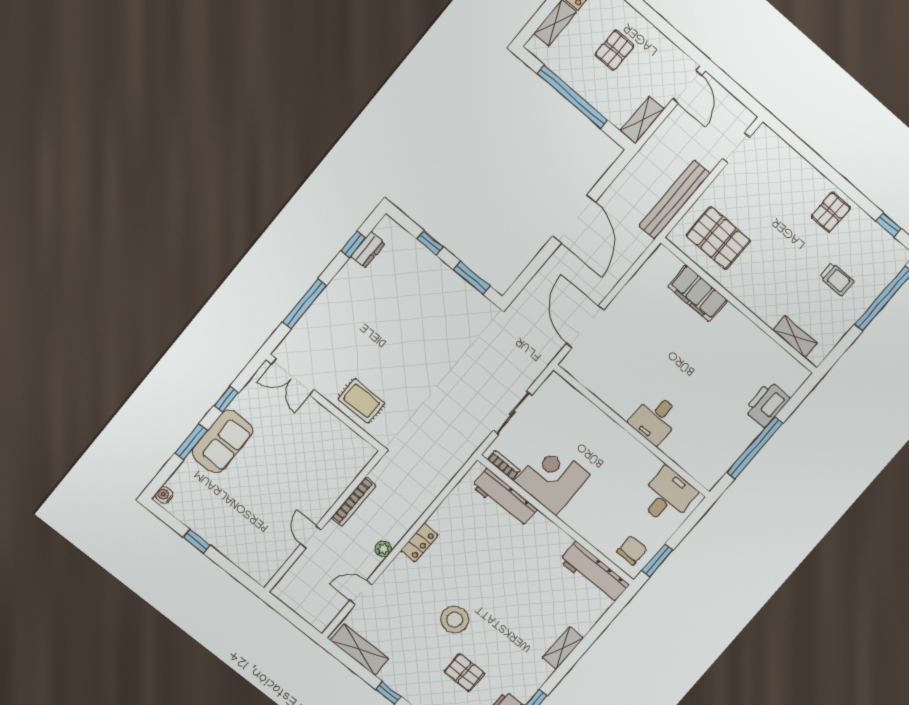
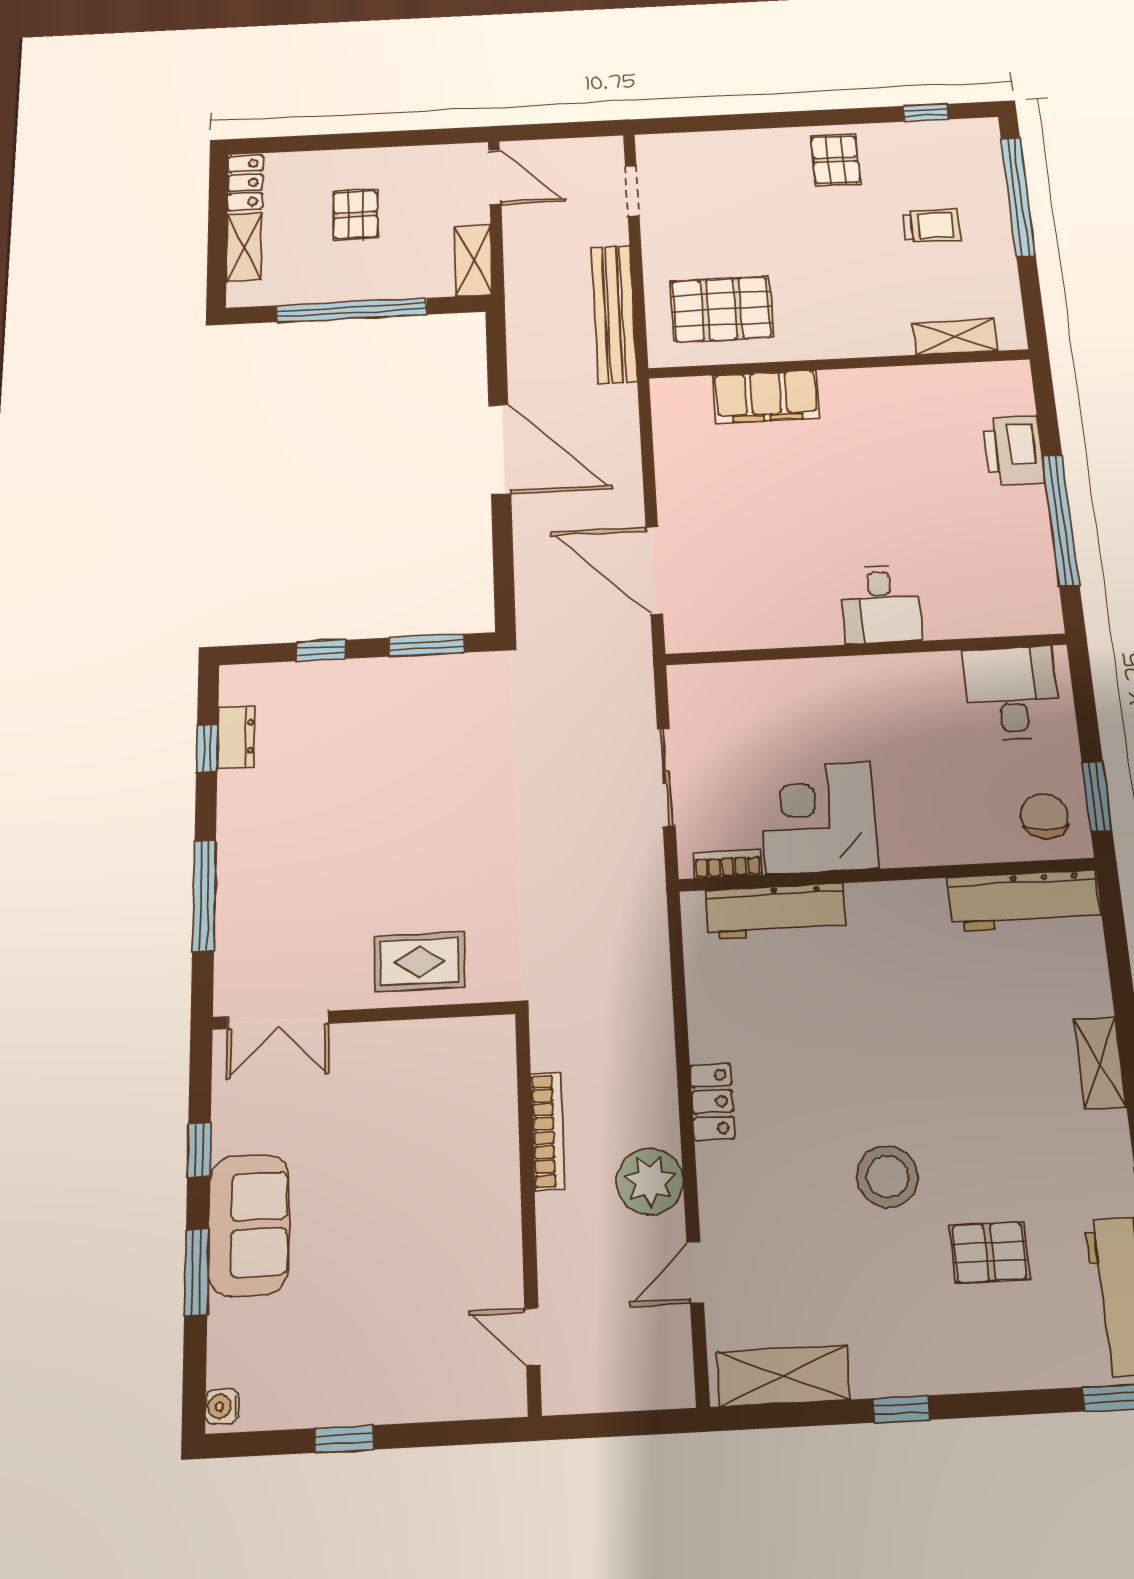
door: (311, 537) -> (532, 1337), moved
plant: (383, 549) -> (650, 1181), width x1.87, depth x1.87

